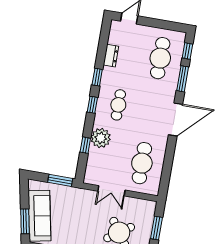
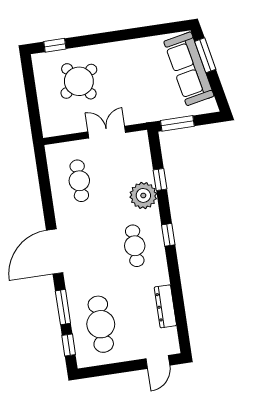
dresser: (111, 56) -> (165, 306), width x1.44
window: (97, 77) -> (174, 273), removed
cafe table: (142, 163) -> (79, 181), width x0.73, depth x0.74
window: (157, 228) -> (33, 103), removed

